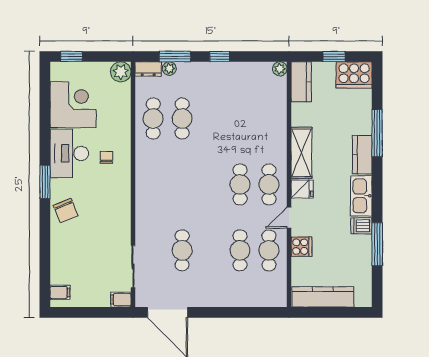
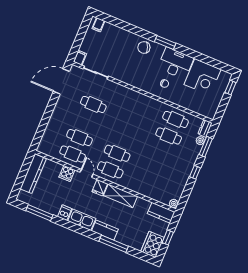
plant: (121, 72) -> (210, 112), removed
window: (377, 244) -> (39, 213), moved

